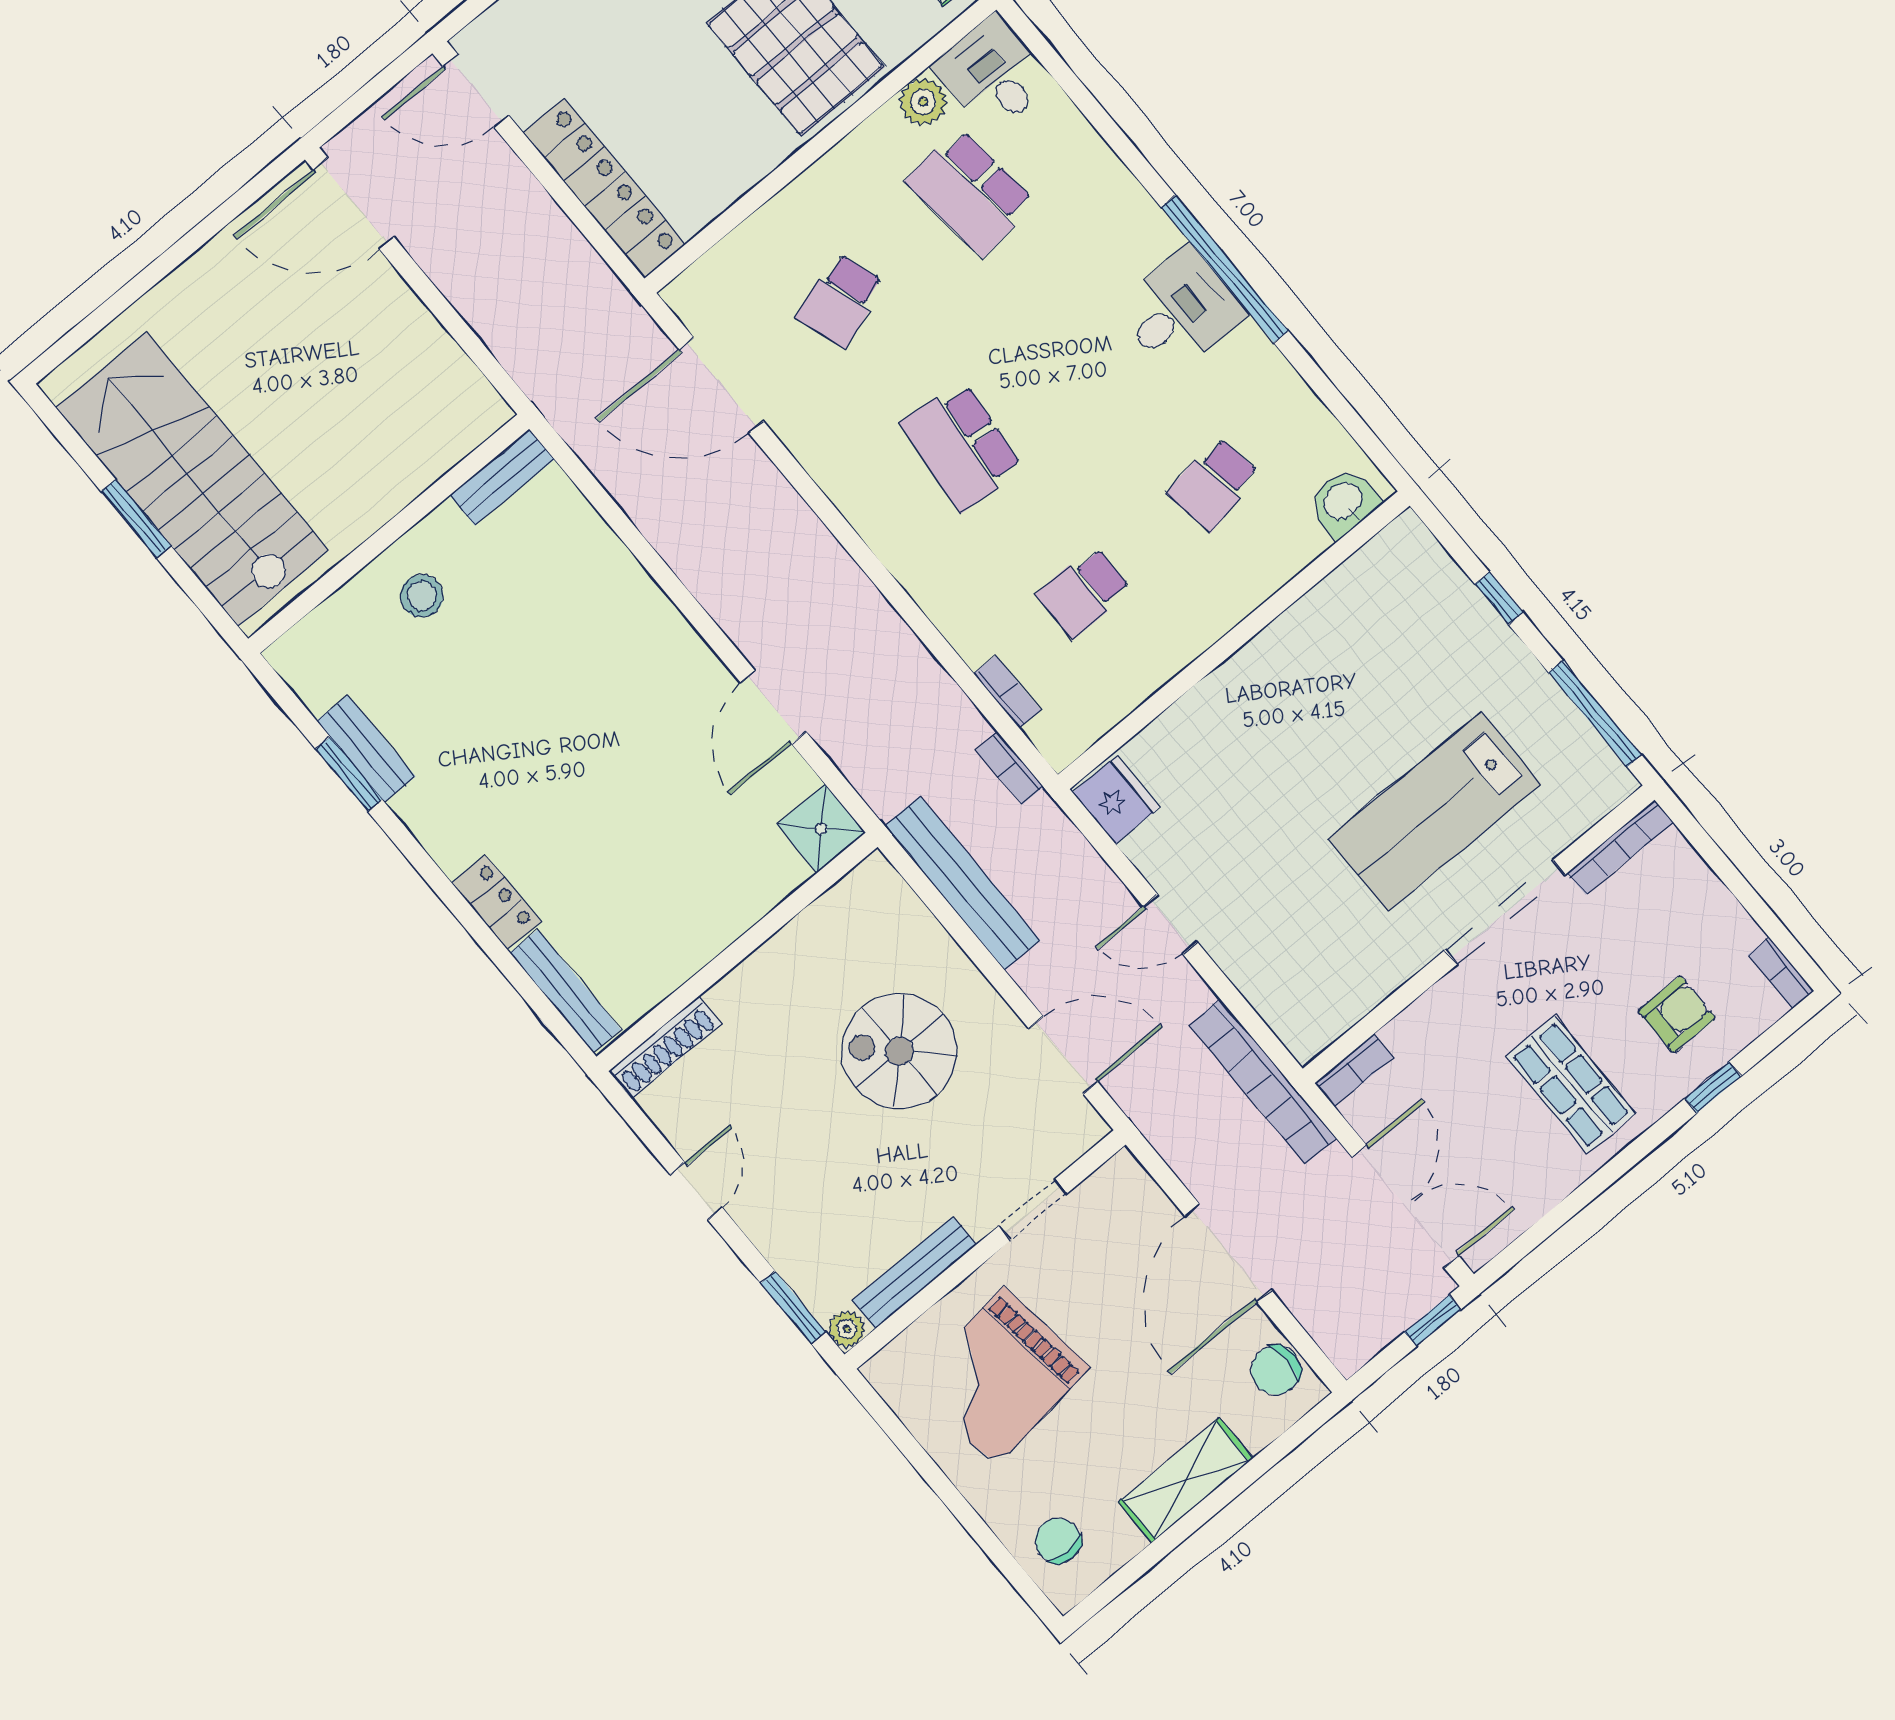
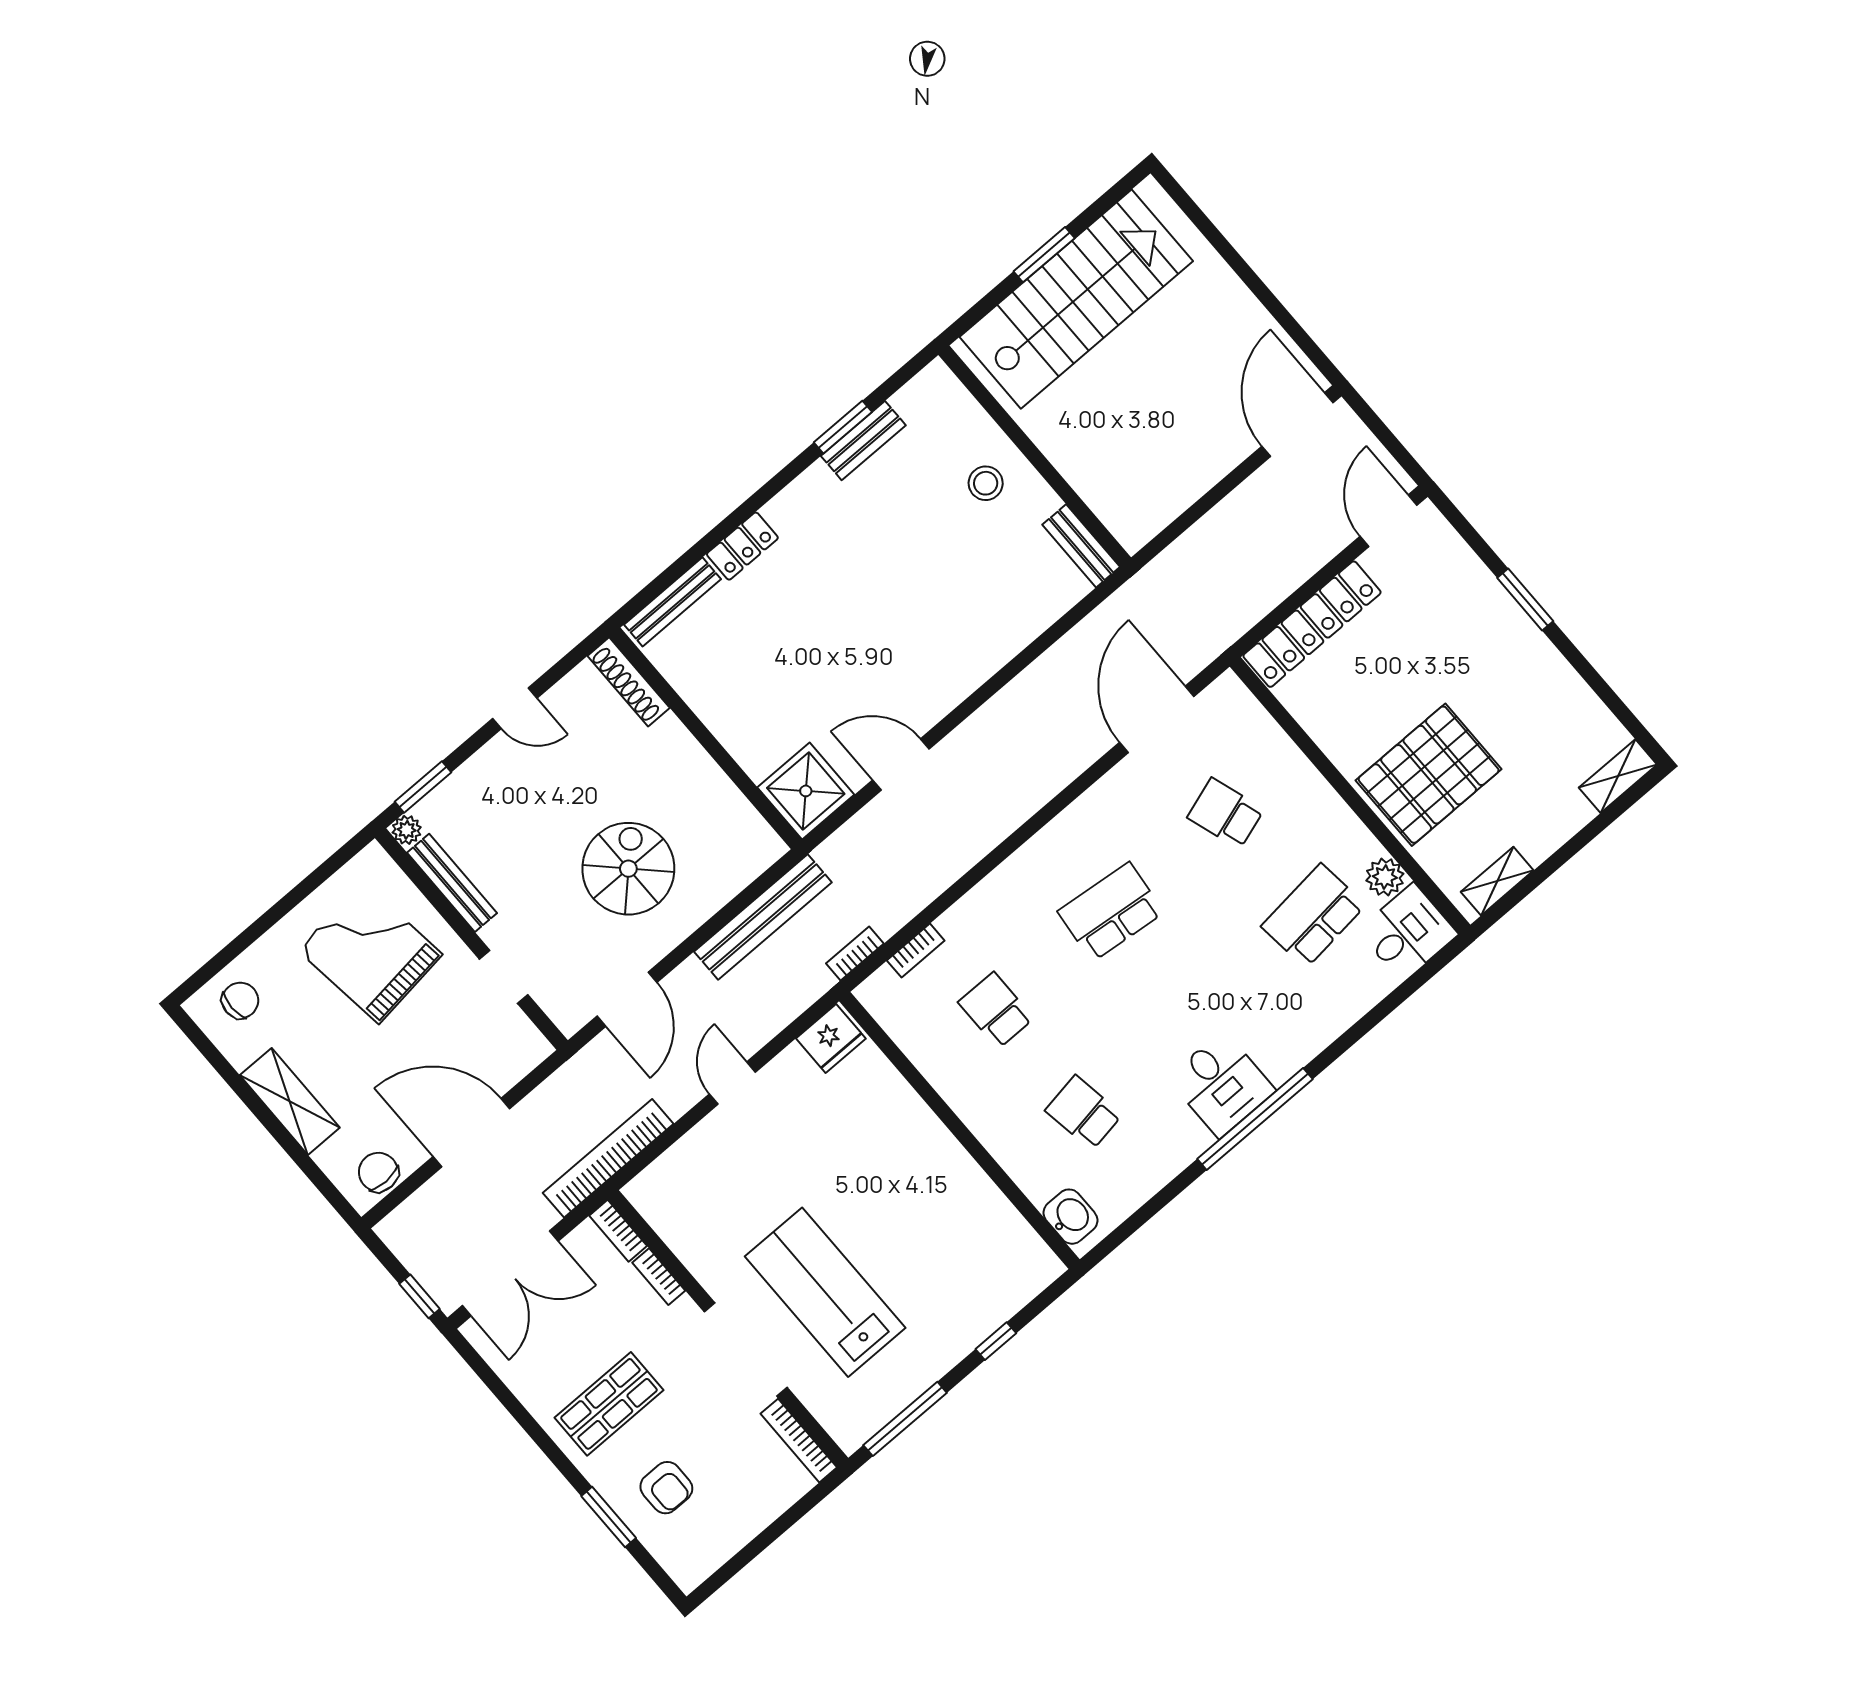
shower: (821, 829) -> (806, 791), width x1.36, depth x1.36
bookcase: (1781, 973) -> (659, 1277), moved, turned -90
window: (1713, 1087) -> (609, 1517), width x1.50

